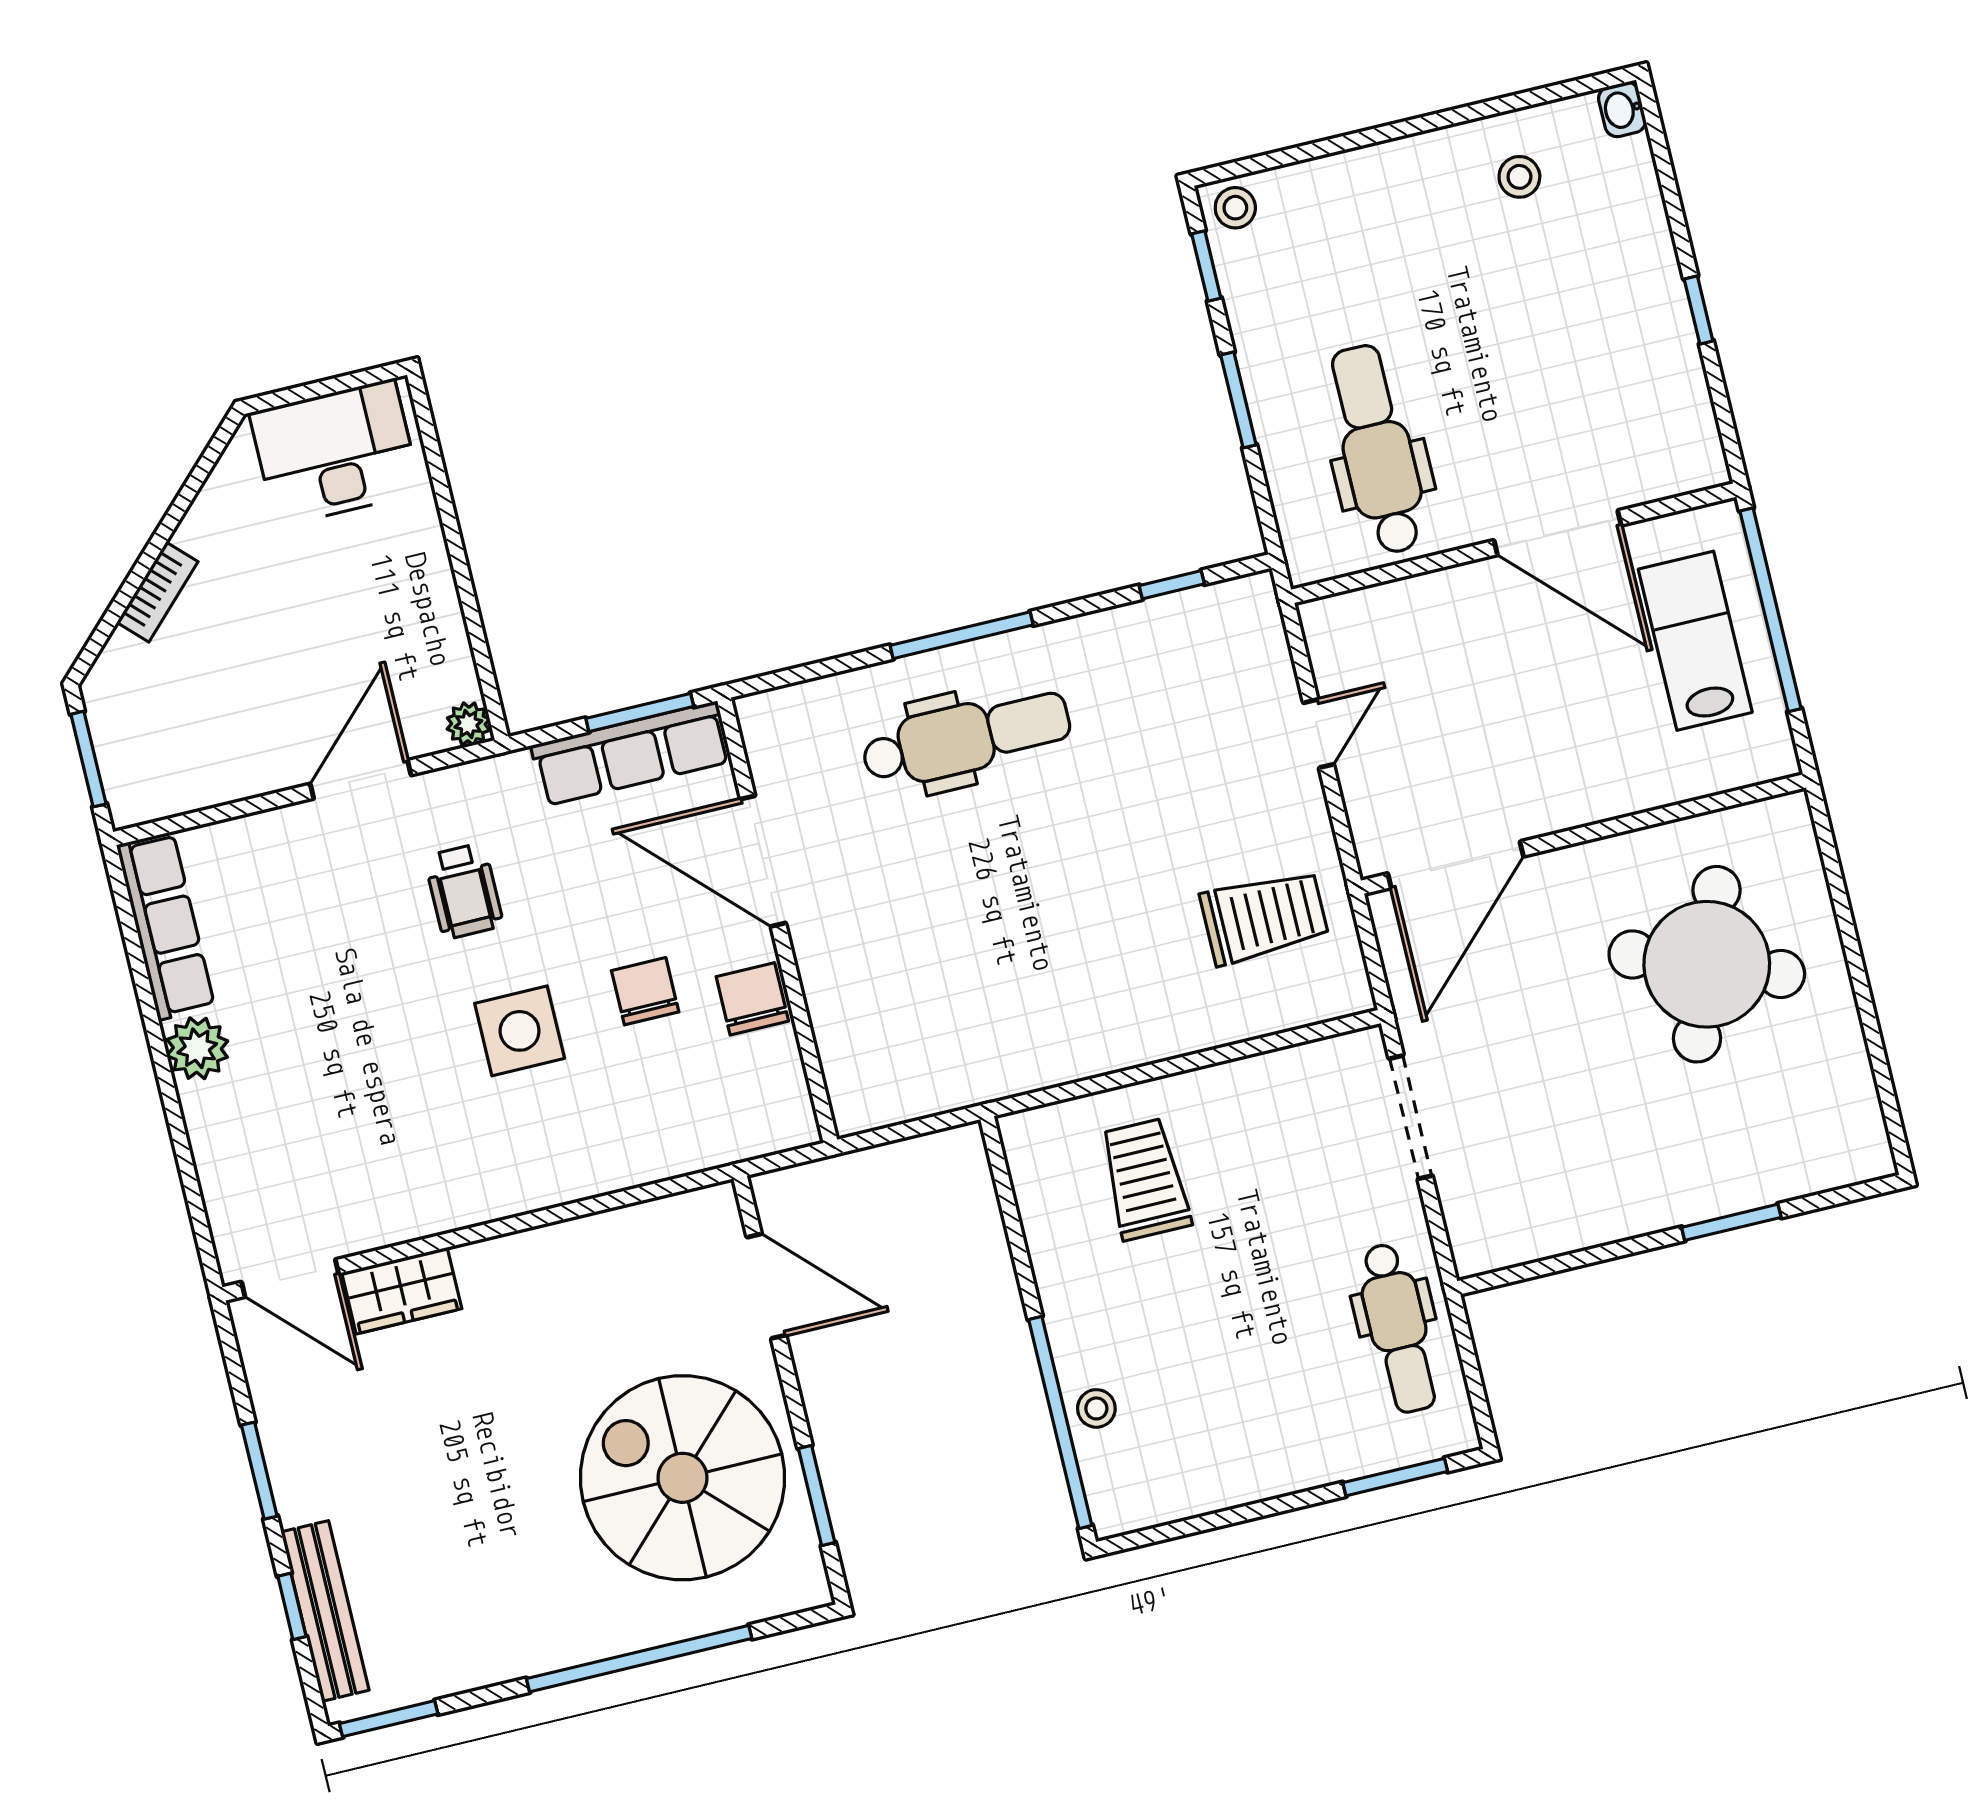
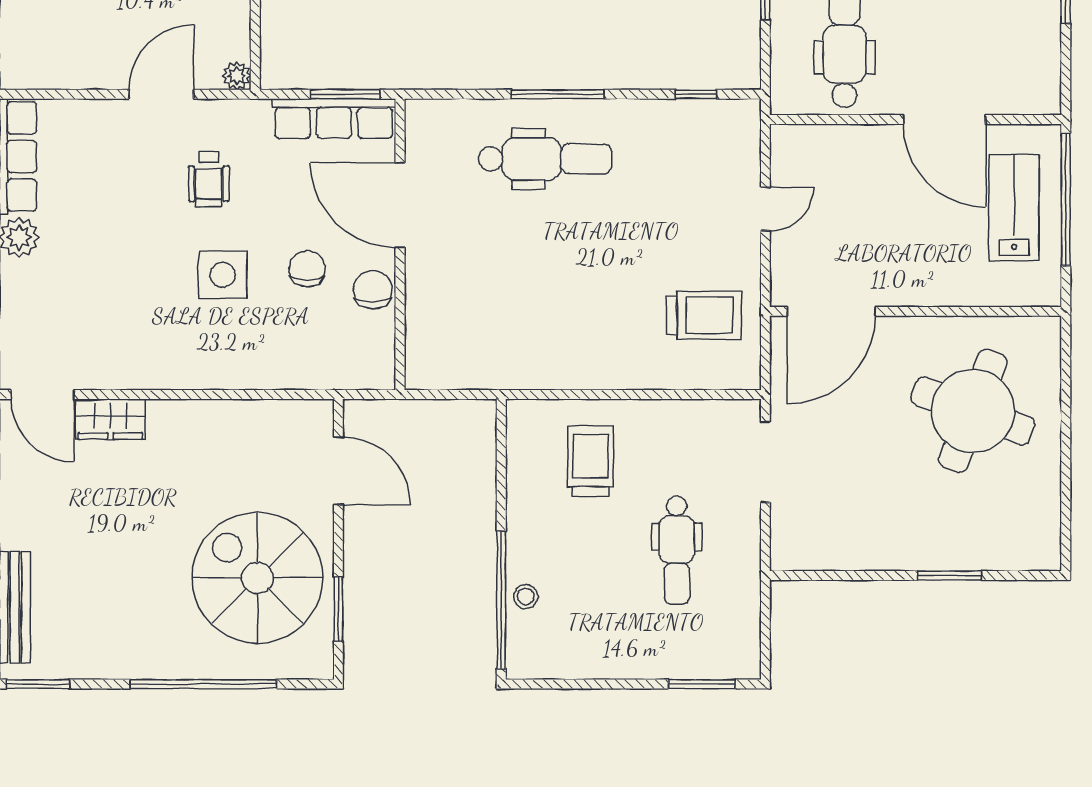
dental chair: (1398, 1328) -> (677, 550), moved

